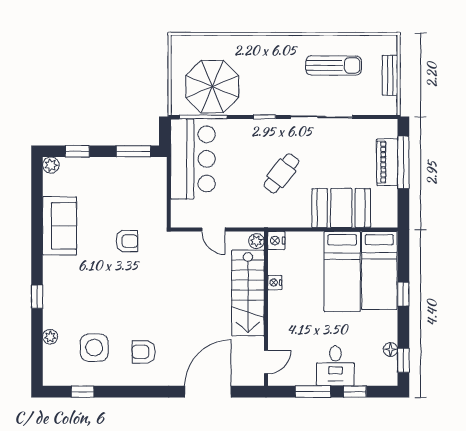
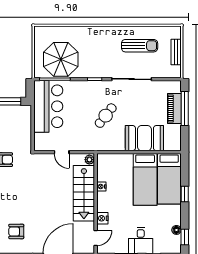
nightstand: (276, 241) -> (102, 218), moved

